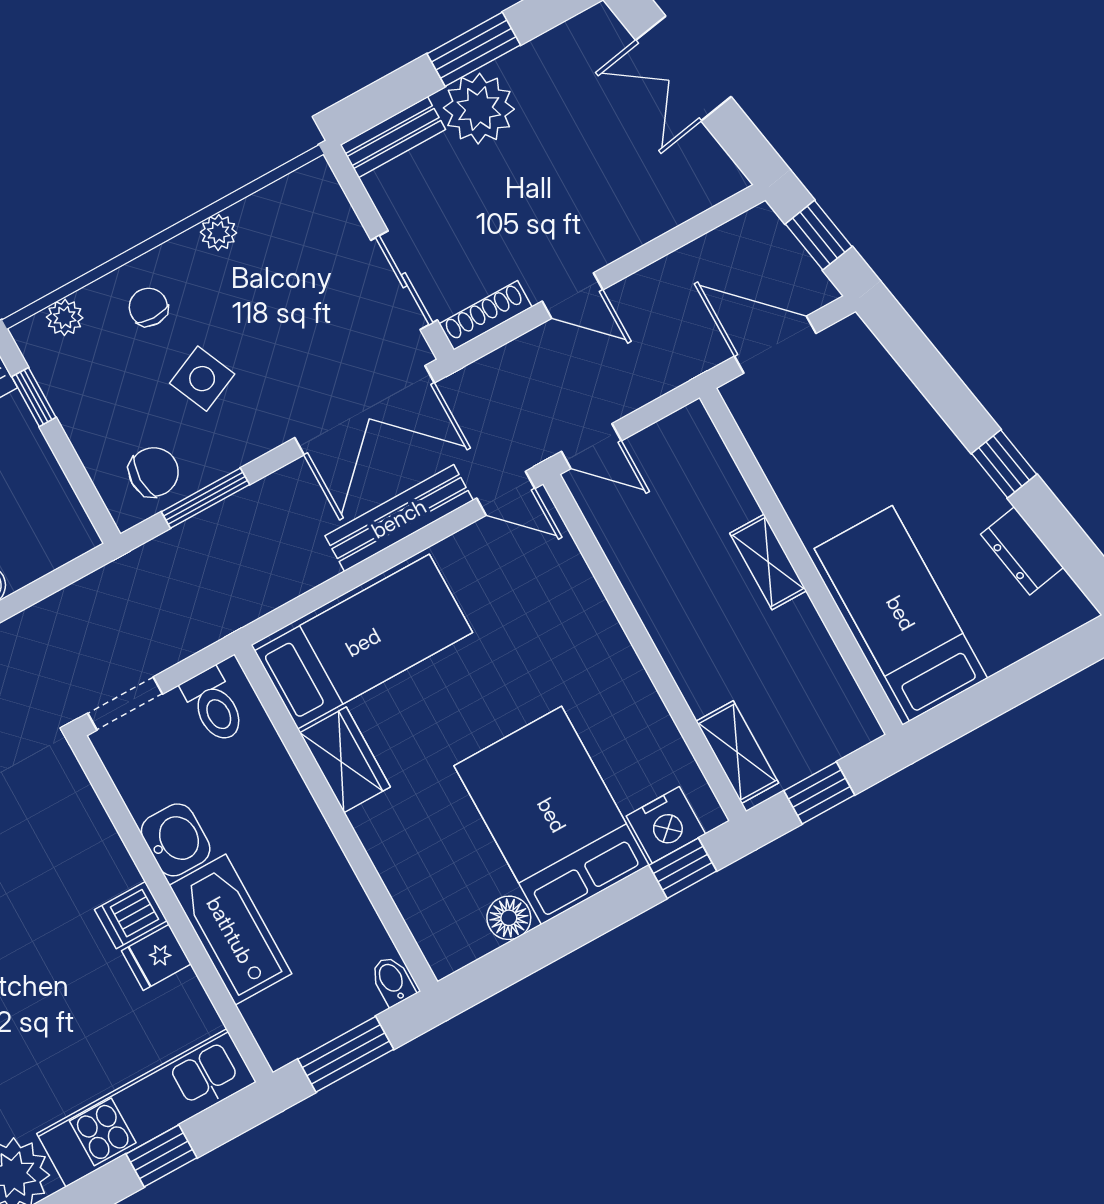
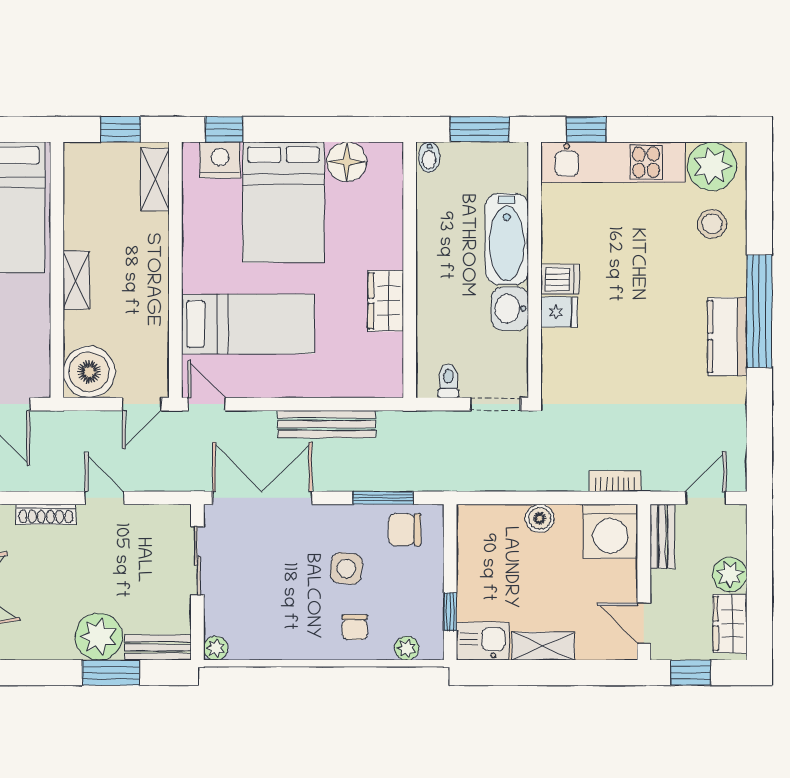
window: (474, 49) -> (111, 673), moved
plant: (218, 232) -> (216, 648), moved
shoe rack: (486, 315) -> (46, 514), moved
side table: (202, 379) -> (346, 568), turned 30
door: (591, 446) -> (142, 404), swing flipped
boiler: (684, 450) -> (89, 372), added
bench: (399, 518) -> (327, 424), moved
bed: (363, 642) -> (248, 324), moved, turned 180
toilet: (214, 705) -> (448, 381), width x0.73, depth x0.72
floor lamp: (509, 918) -> (347, 162), width x1.38, depth x1.38
fridge: (156, 957) -> (559, 312), moved
window: (161, 1156) -> (586, 129), moved

